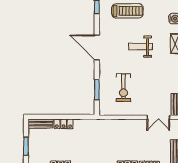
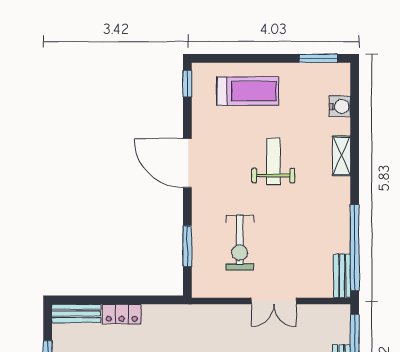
weight bench: (141, 47) -> (273, 162), turned 90
double door: (158, 117) -> (274, 301), moved

